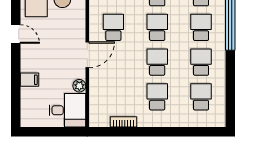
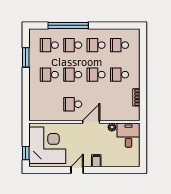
door: (87, 55) -> (91, 122), hinge flipped
filing cabinet: (29, 80) -> (96, 161), moved

